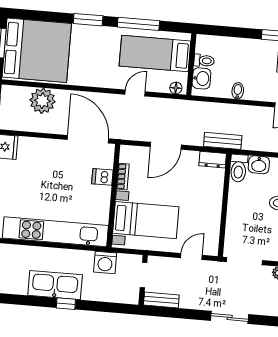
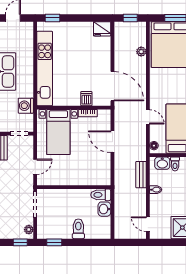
plant: (42, 101) -> (141, 52), width x0.53, depth x0.53
door: (88, 139) -> (112, 86), hinge flipped
bench: (223, 141) -> (141, 175), moved
dresser: (213, 160) -> (105, 176), removed
door: (191, 257) -> (35, 167), hinge flipped

